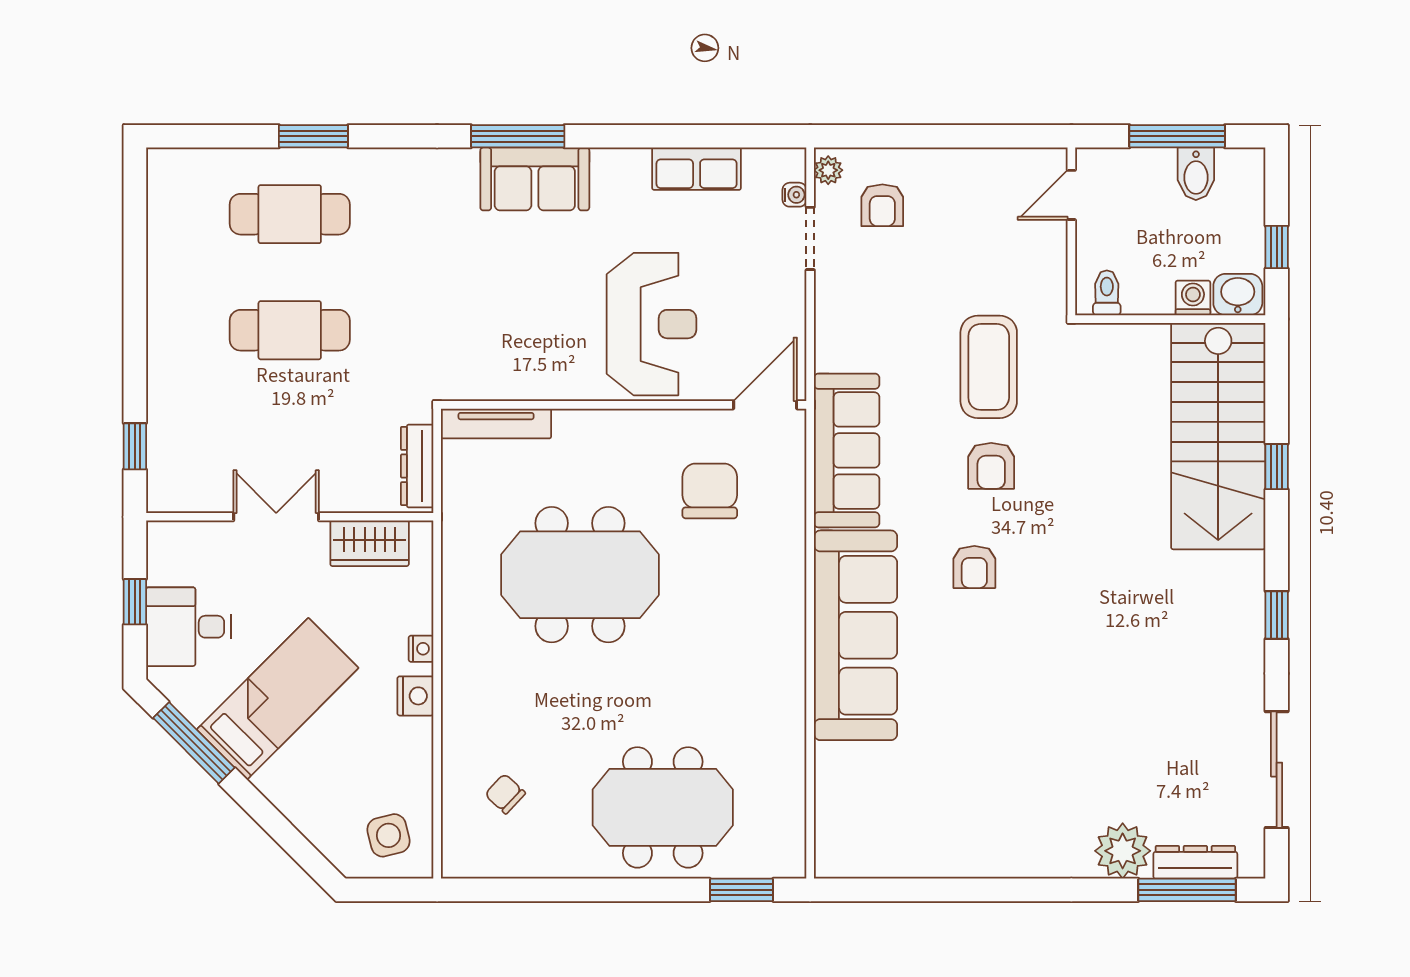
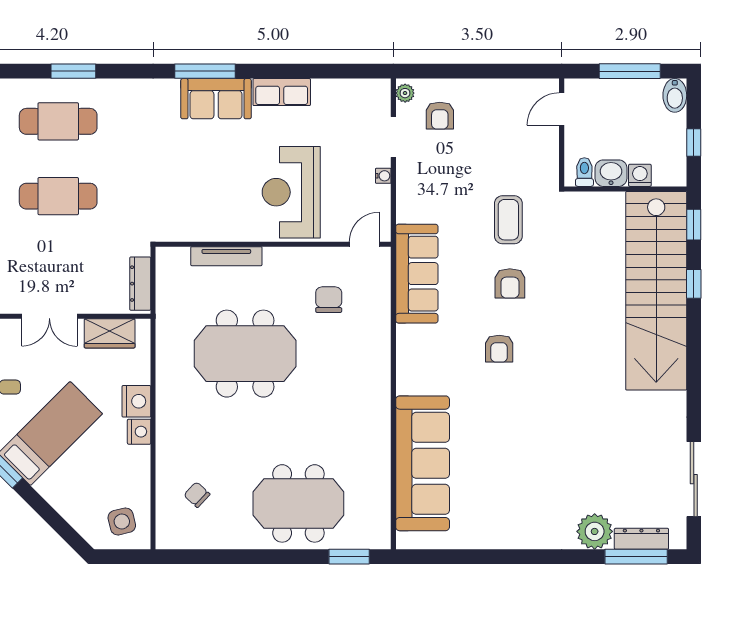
row of seats: (697, 169) -> (282, 92), moved
bidet: (1196, 174) -> (675, 95), moved
water cooler: (794, 195) -> (383, 176), moved
washbasin: (1238, 295) -> (611, 173), moved
reception desk: (651, 324) -> (291, 192), turned 180
coffee table: (989, 367) -> (508, 220), width x0.73, depth x0.76
door: (765, 405) -> (364, 244), width x0.73
tv unit: (496, 424) -> (226, 256), moved
stairs: (1218, 436) -> (656, 291), width x1.36
chair: (710, 491) -> (329, 300), width x0.73, depth x0.73
double door: (276, 517) -> (49, 316), swing flipped
window: (1277, 615) -> (694, 225), moved
sofa: (856, 635) -> (423, 463), moved
nightstand: (421, 649) -> (136, 401), width x1.89, depth x1.79

